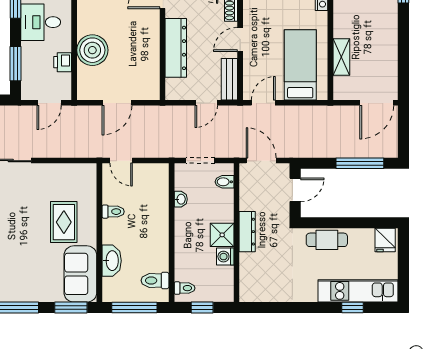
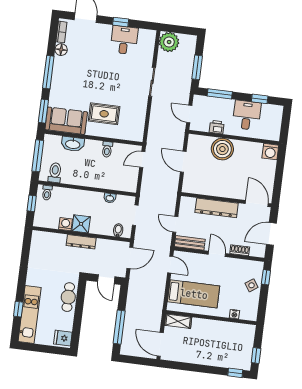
shelving: (341, 57) -> (178, 321), moved

